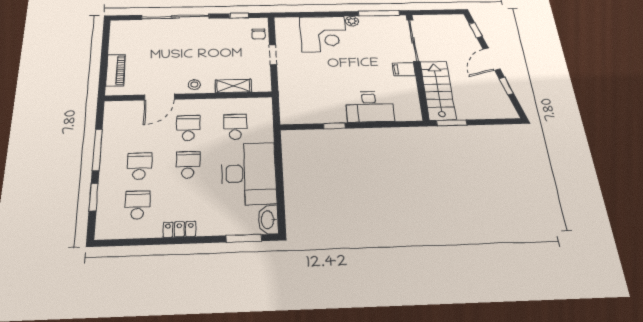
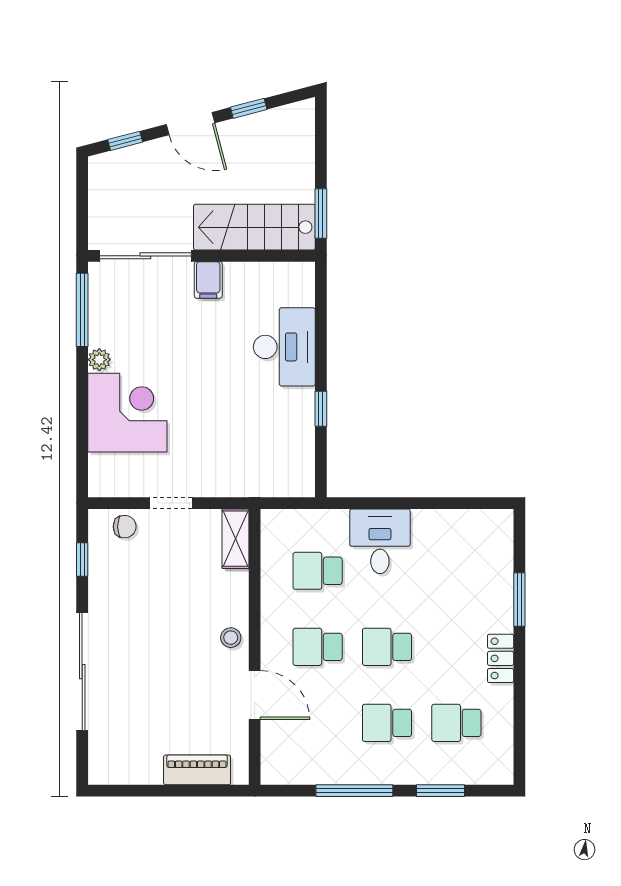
shelving: (233, 86) -> (236, 539), moved
desk: (249, 173) -> (380, 541), width x0.53, depth x0.77
washbasin: (268, 220) -> (489, 524), removed
window: (244, 238) -> (519, 600), moved

